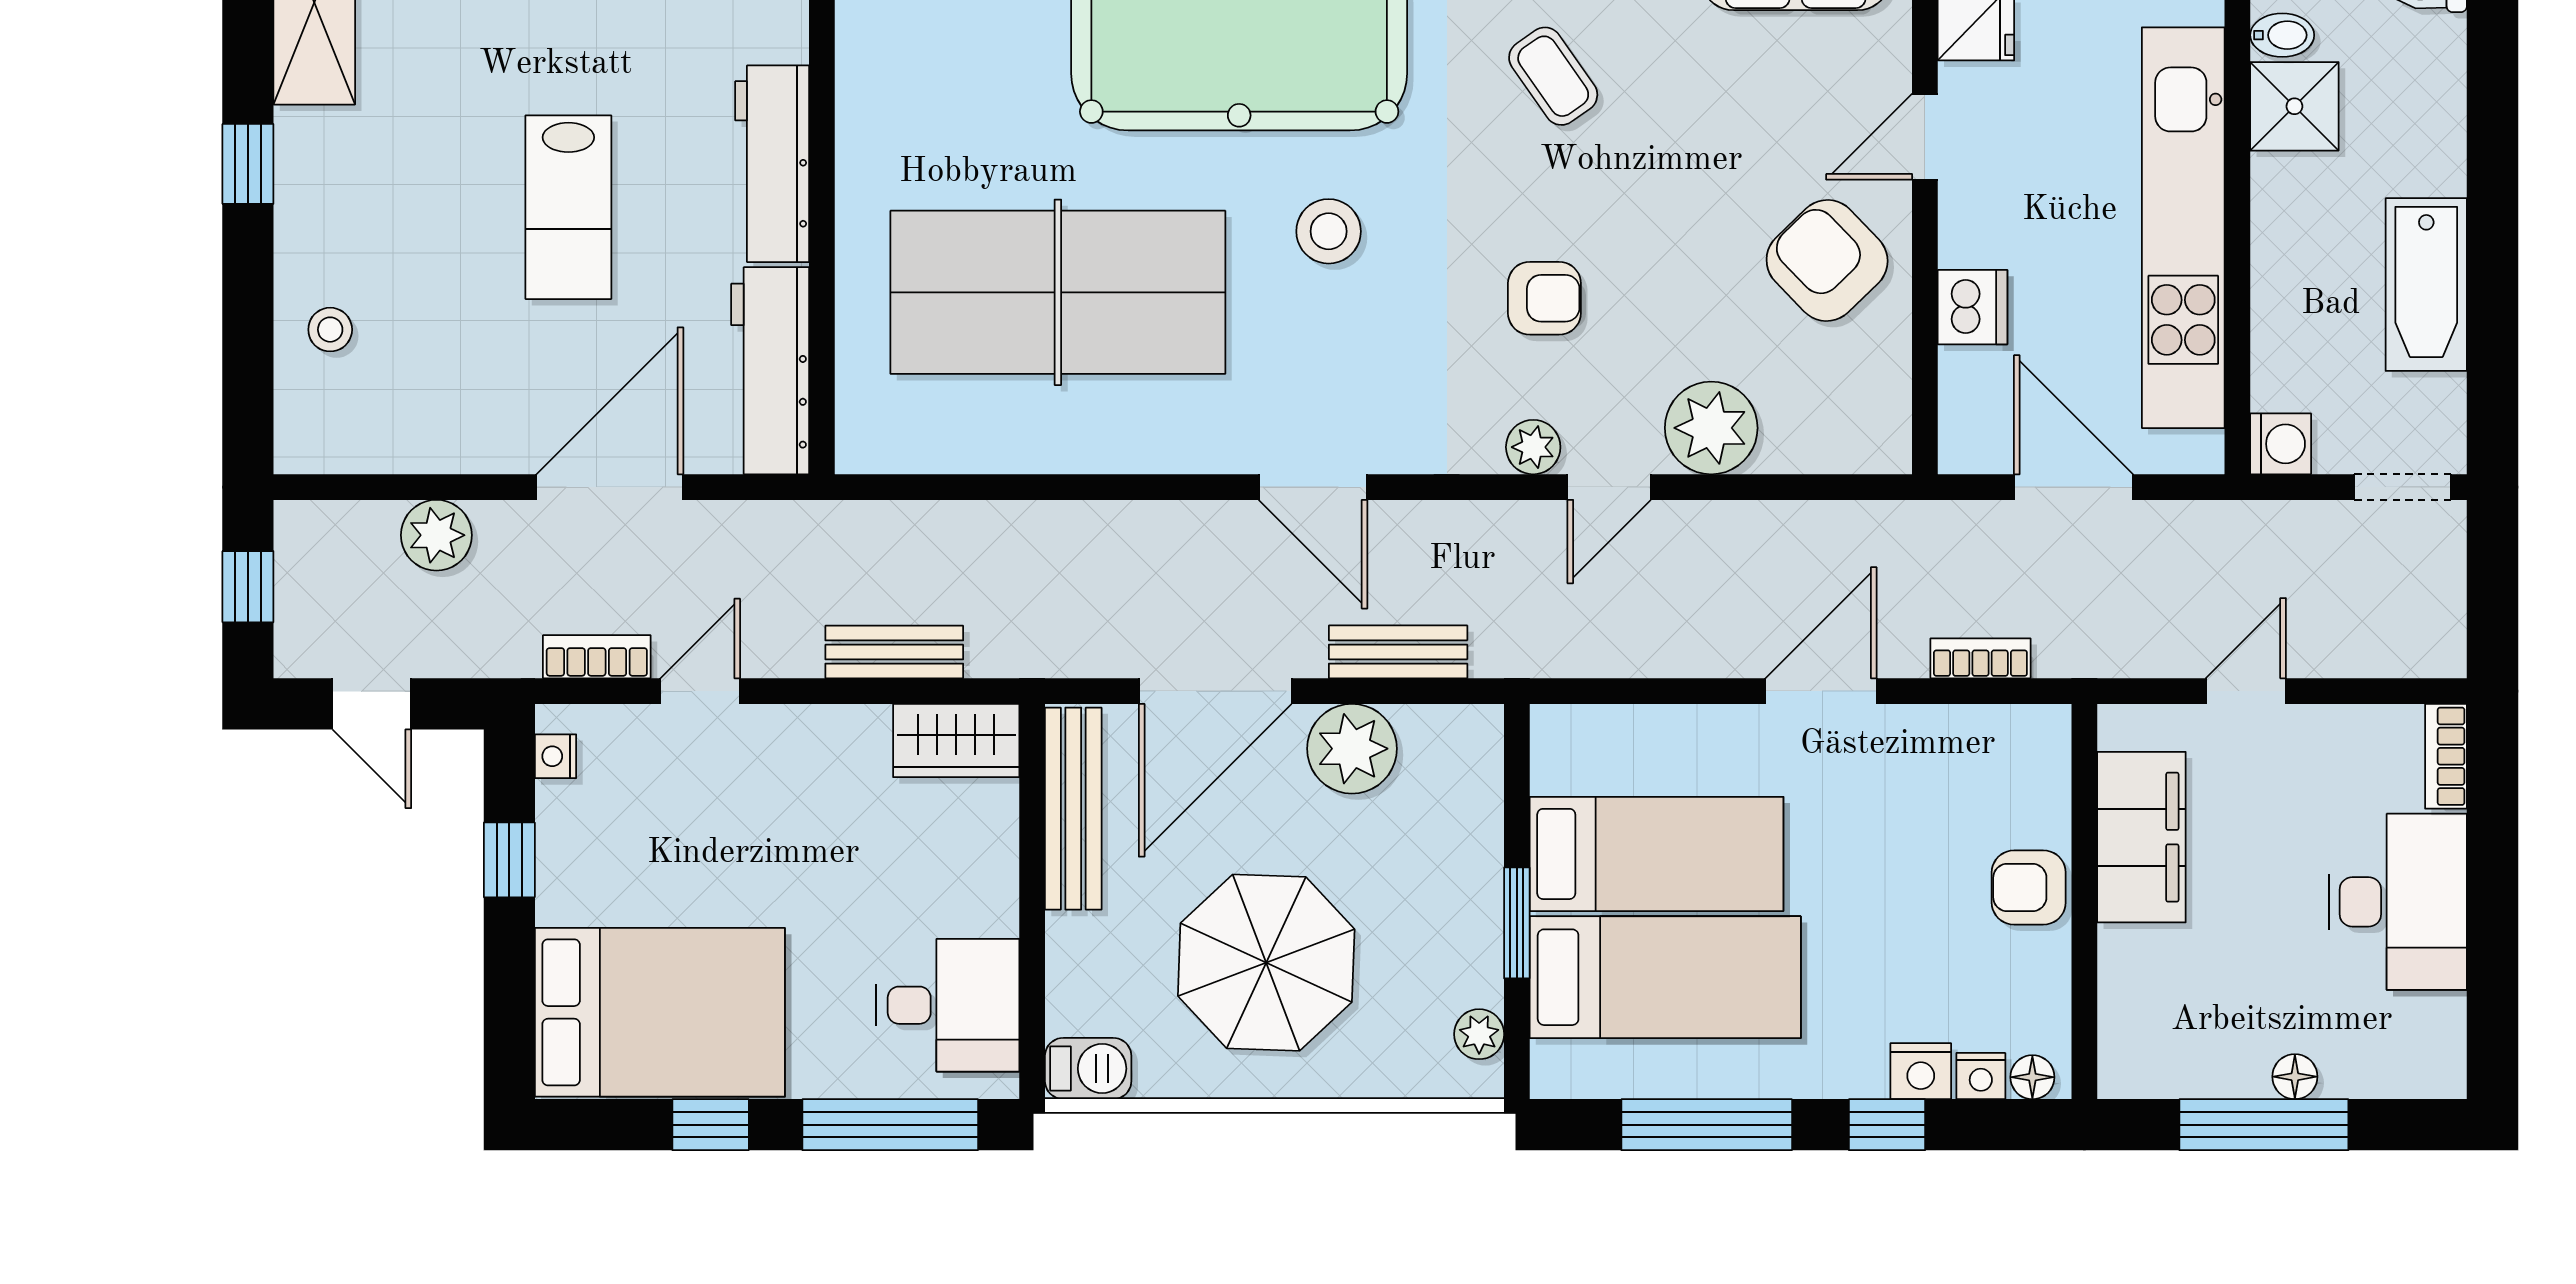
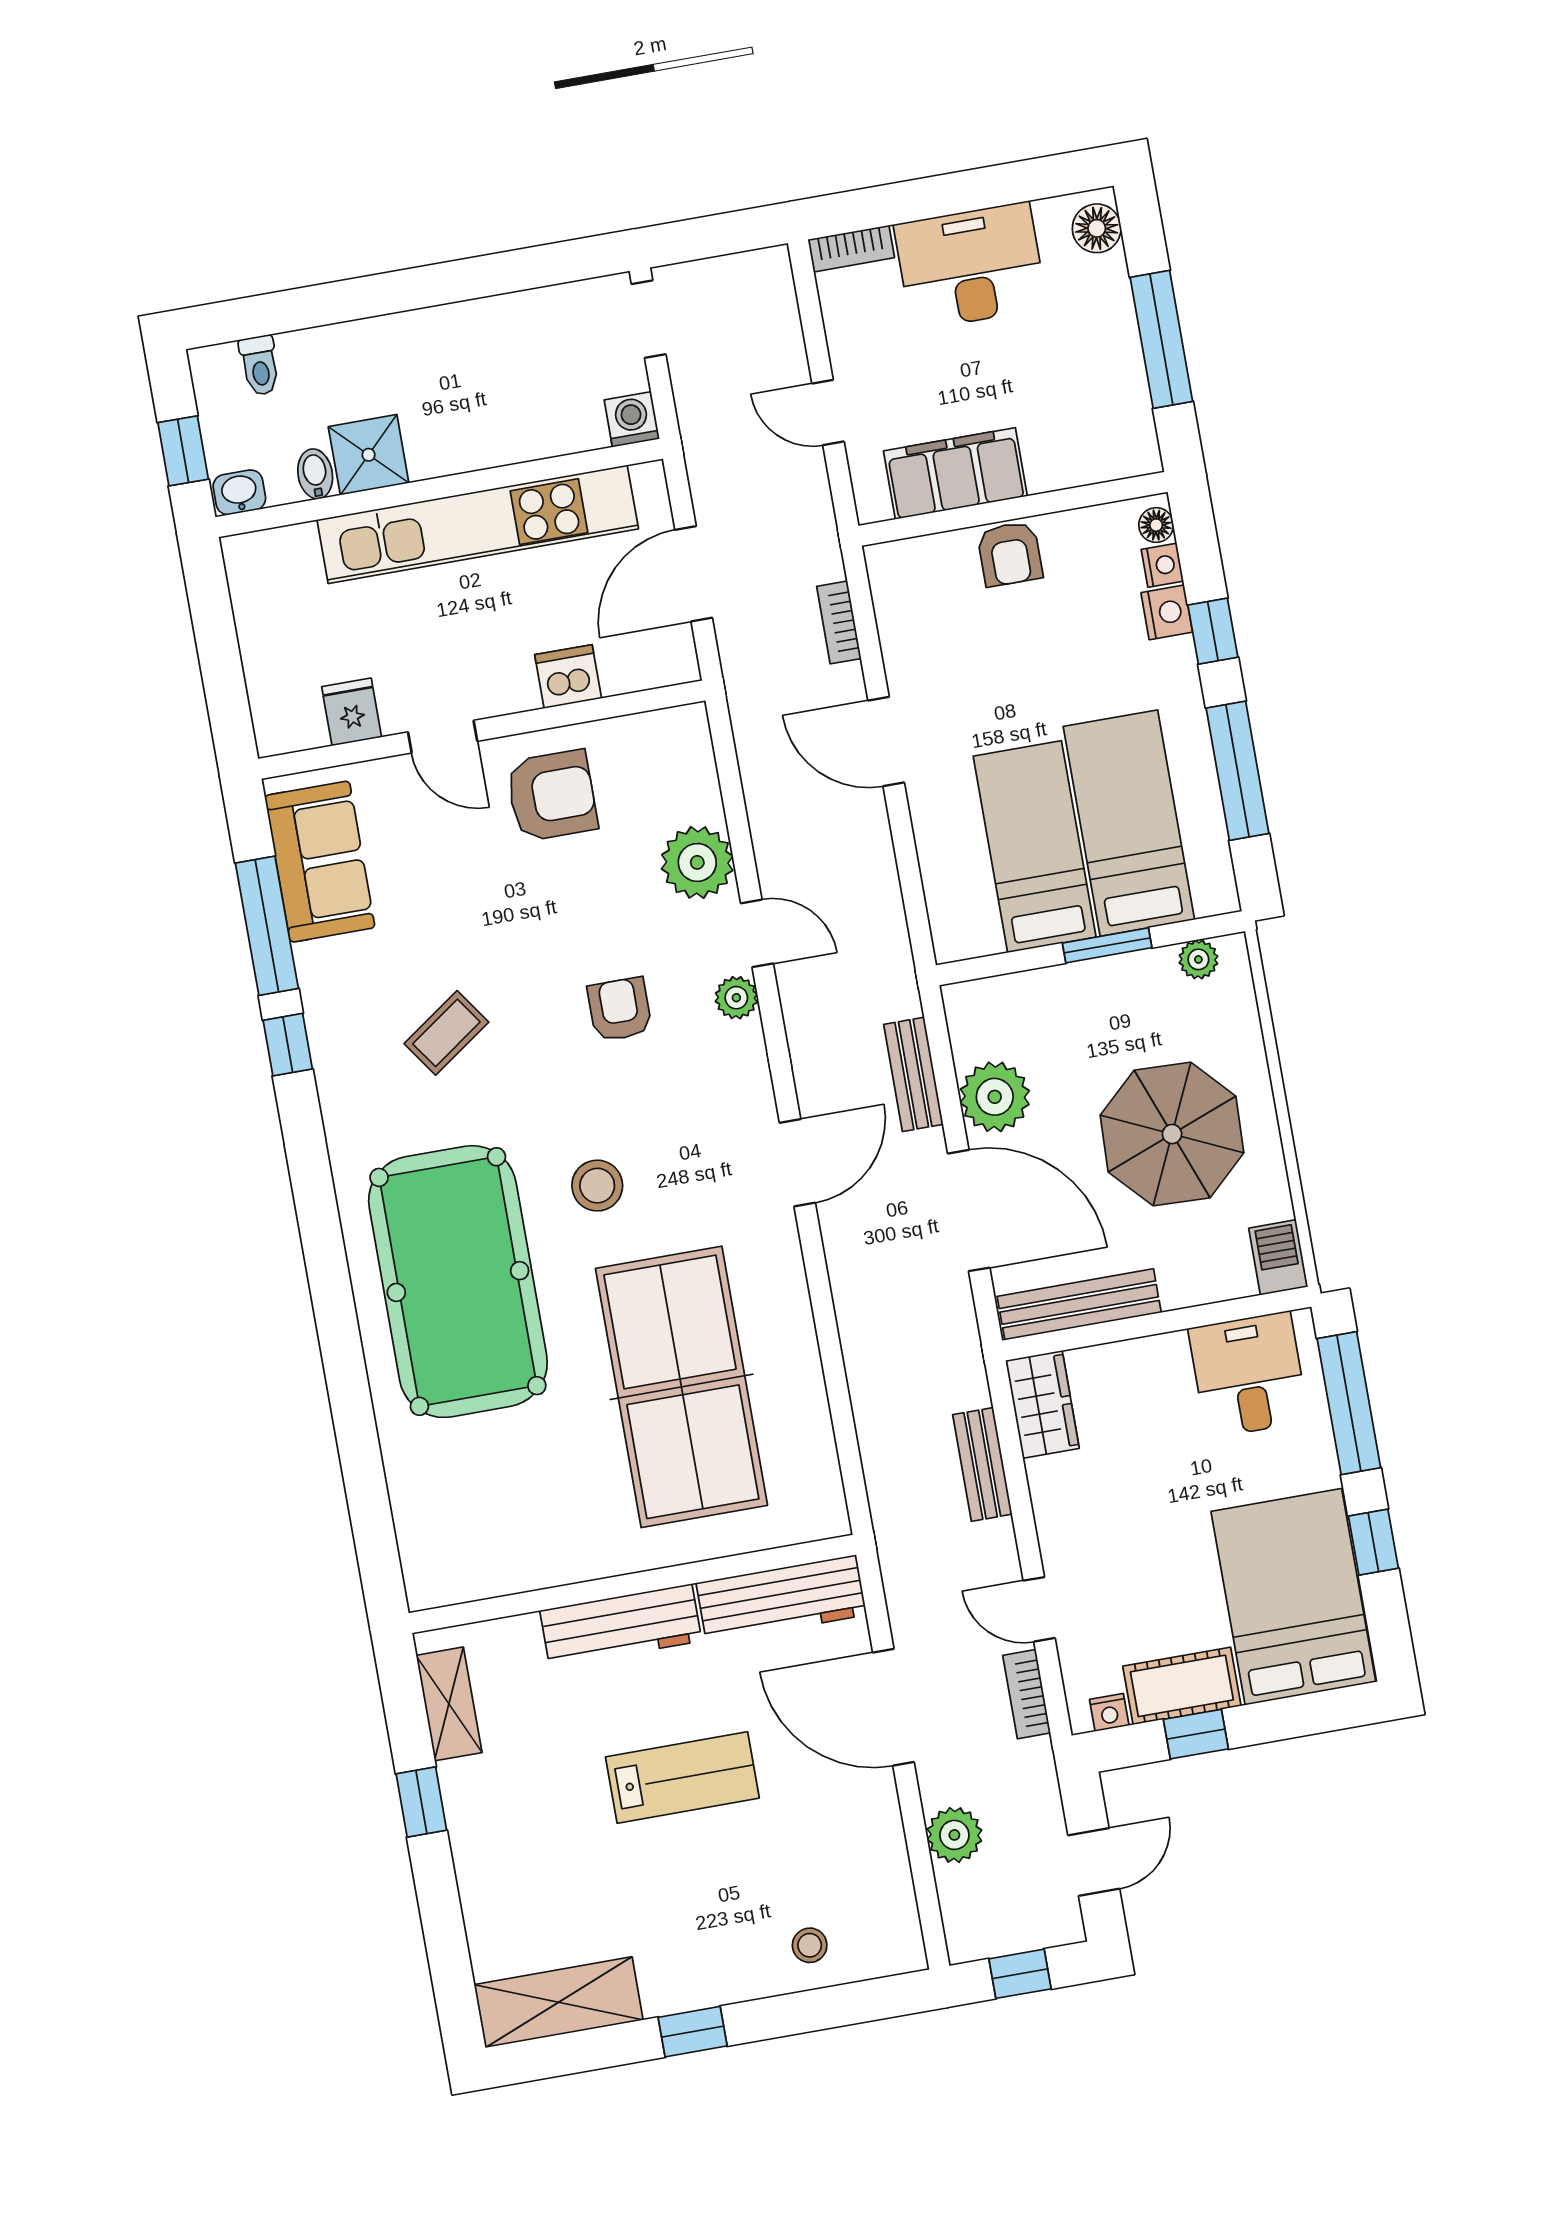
armchair: (1827, 260) -> (552, 796), turned -136
bathtub: (2426, 285) -> (489, 328), removed
cot: (573, 853) -> (1182, 1686), added
floor lamp: (2295, 1077) -> (1097, 228), moved, width x1.37, depth x1.37

